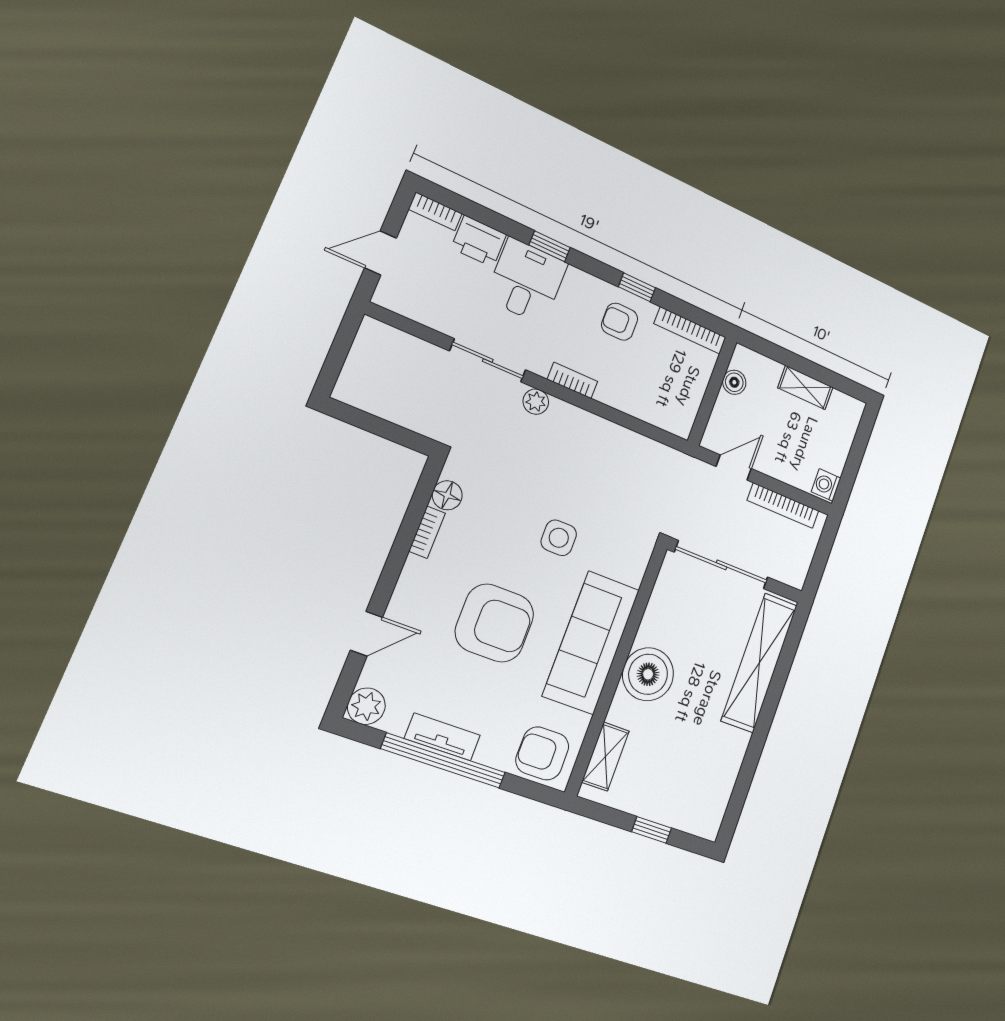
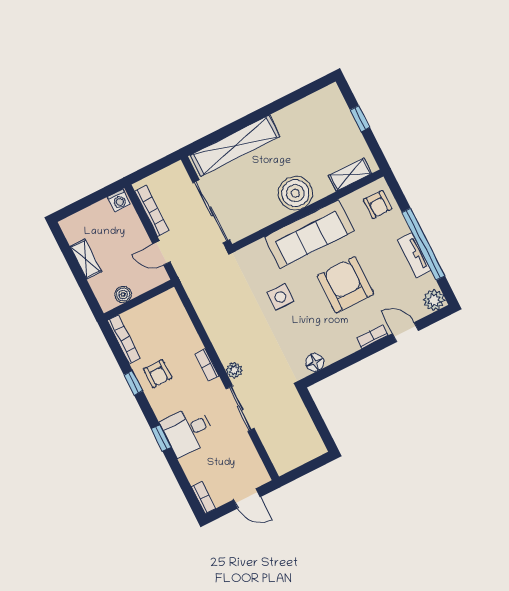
printer: (479, 241) -> (195, 468), removed
bookcase: (427, 532) -> (372, 337), moved
armchair: (542, 753) -> (378, 204), width x0.72, depth x0.72

